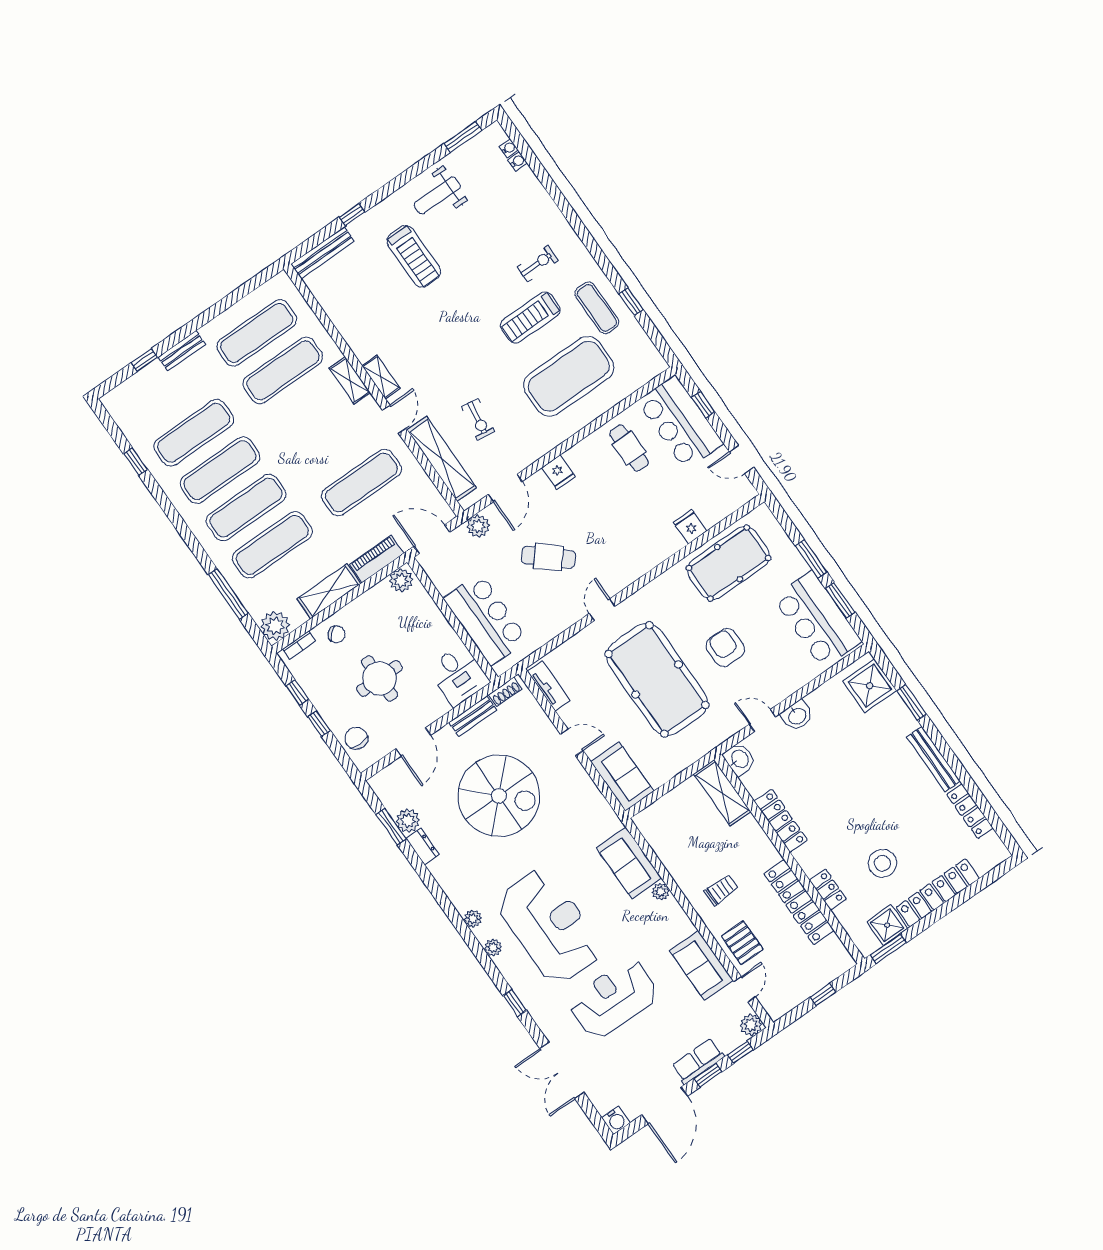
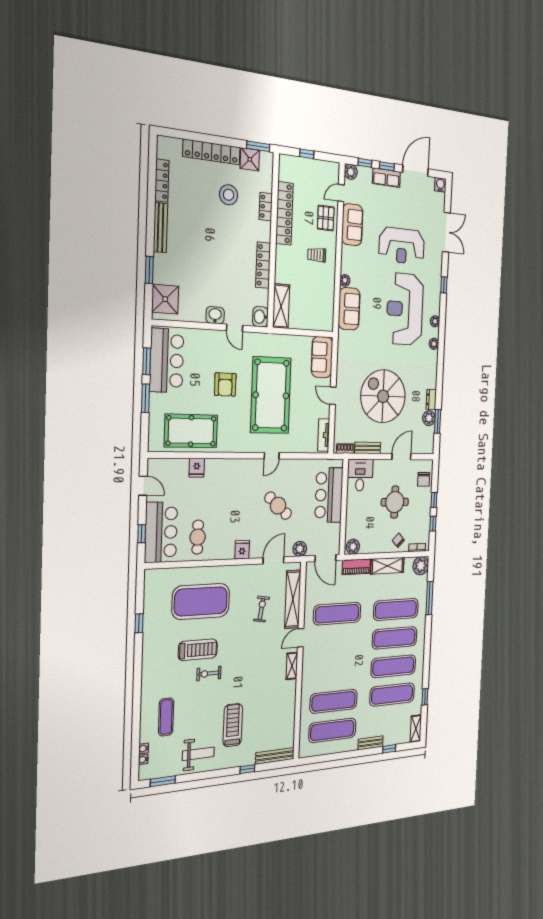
exercise bike: (538, 264) -> (209, 674), moved
exercise mat: (597, 308) -> (166, 717), moved
shelving: (350, 380) -> (416, 729), moved

